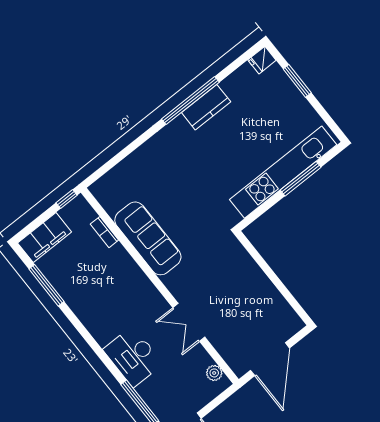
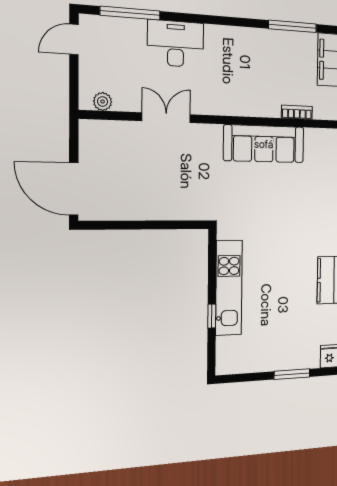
kitchen unit: (283, 172) -> (229, 288), width x0.73
window: (301, 179) -> (212, 316), width x0.46
door: (270, 359) -> (74, 189), moved

